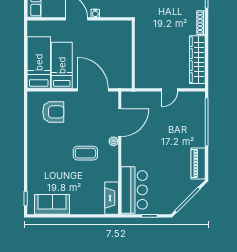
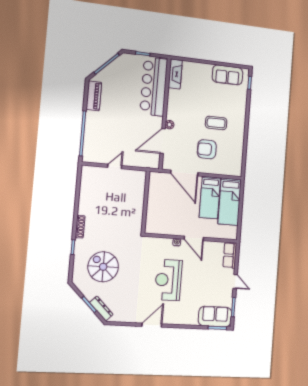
wardrobe: (197, 60) -> (86, 192), removed
armchair: (53, 112) -> (207, 149), moved
coffee table: (85, 153) -> (216, 123), moved
bar counter: (134, 190) -> (154, 86), width x1.36

